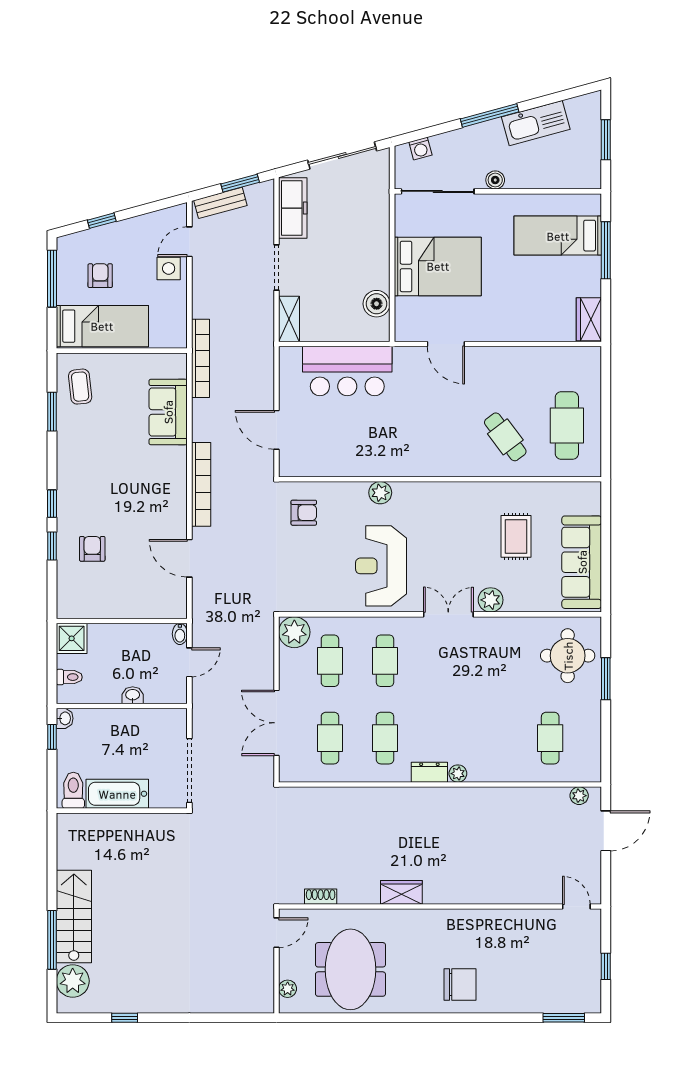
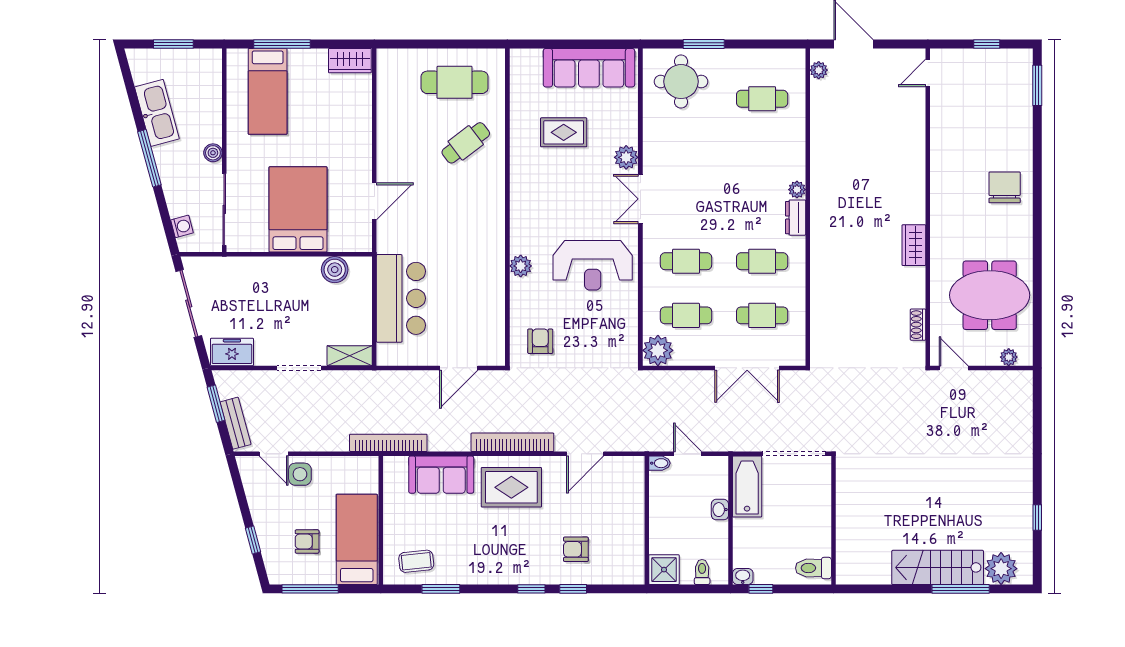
freezer: (293, 208) -> (232, 352), width x0.71
rug: (155, 483) -> (511, 487), added
bathtub: (117, 794) -> (747, 487), moved, turned 180

